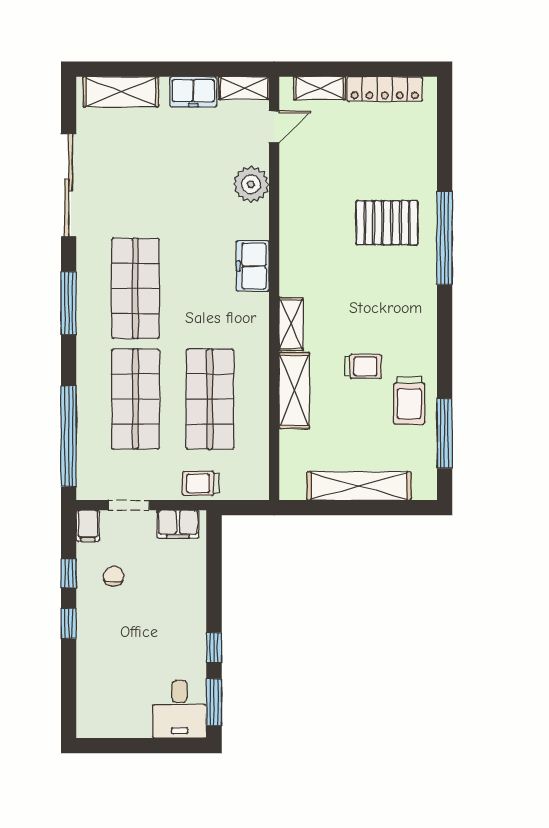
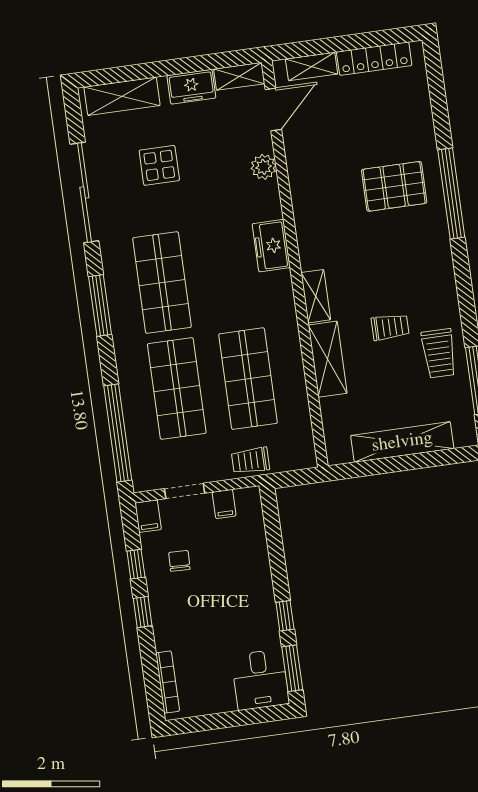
door: (274, 127) -> (273, 109), width x1.38
display table: (149, 168) -> (159, 165), added
plant: (251, 184) -> (264, 167), width x0.73, depth x0.73
filing cabinet: (178, 524) -> (224, 504), width x0.50
bookcase: (84, 699) -> (168, 682), added

